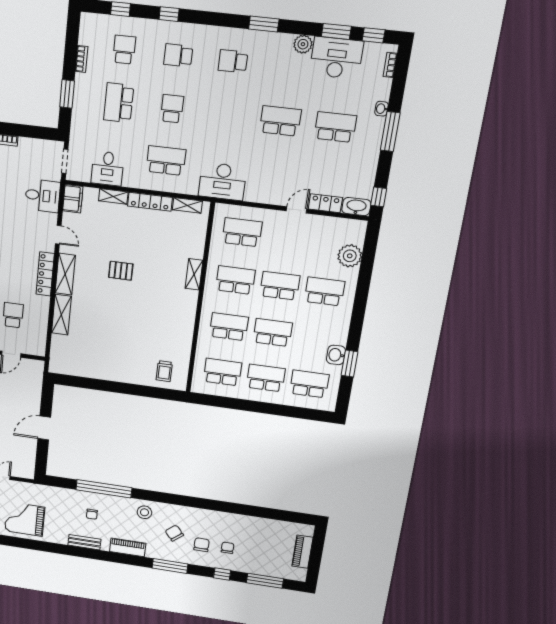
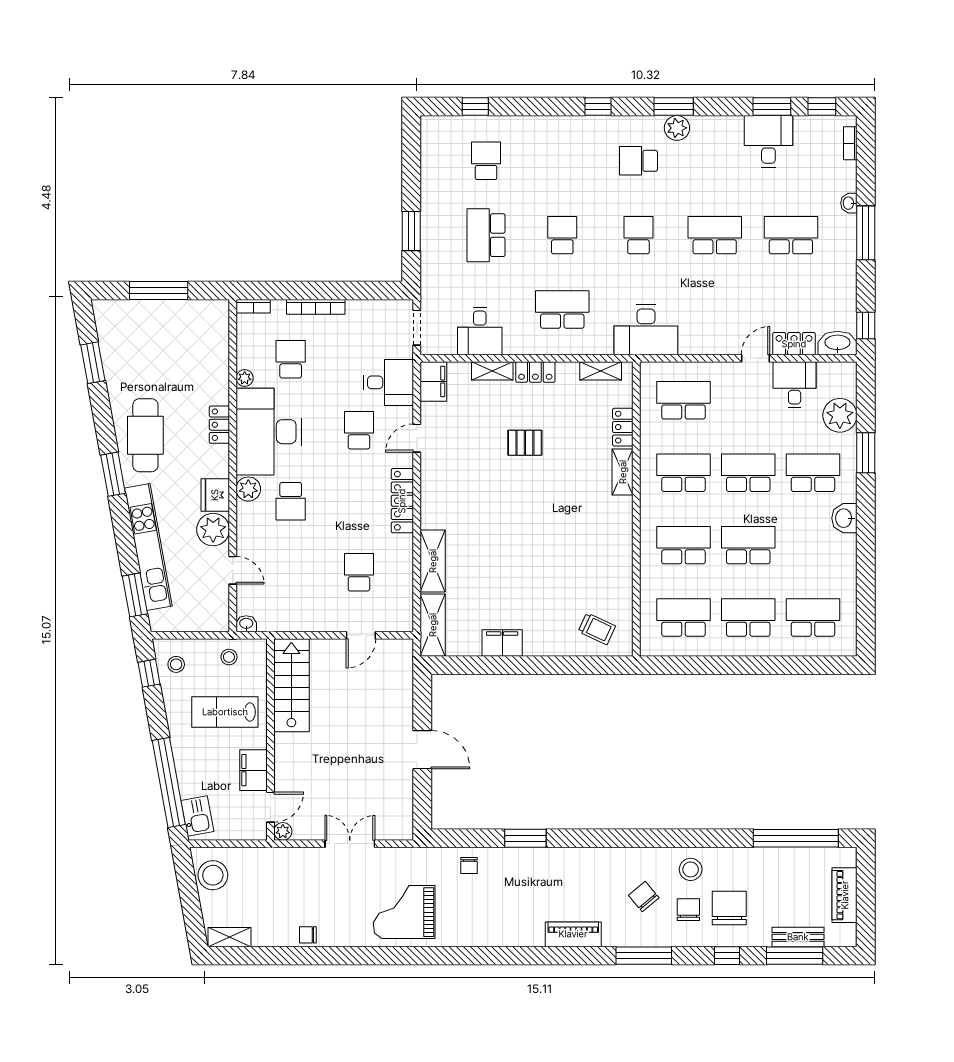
window: (169, 14) -> (598, 107), moved
plant: (303, 44) -> (677, 128), moved
school desk: (178, 55) -> (638, 235), moved, turned 90
desk: (336, 58) -> (768, 142), width x0.73
bookcase: (82, 59) -> (427, 180), removed
locker: (150, 202) -> (535, 372), width x0.66
school desk: (20, 225) -> (359, 430), added
desk: (321, 231) -> (795, 385), added
door: (58, 235) -> (417, 438), swing flipped
locker: (198, 245) -> (623, 427), added
pallet: (121, 271) -> (525, 443), moved
shelving: (65, 274) -> (433, 625), moved
washbasin: (336, 355) -> (844, 518), moved
window: (349, 364) -> (866, 453), moved
filing cabinet: (102, 371) -> (502, 643), added
trolley: (164, 371) -> (597, 629), turned -65
door: (44, 428) -> (422, 750), swing flipped
window: (104, 489) -> (525, 838), width x0.47
stool: (144, 512) -> (691, 869), moved
chair: (92, 514) -> (469, 865), moved
window: (276, 514) -> (796, 838), added
bench: (84, 542) -> (798, 937), moved
chair: (228, 548) -> (729, 908), width x1.87, depth x1.87

